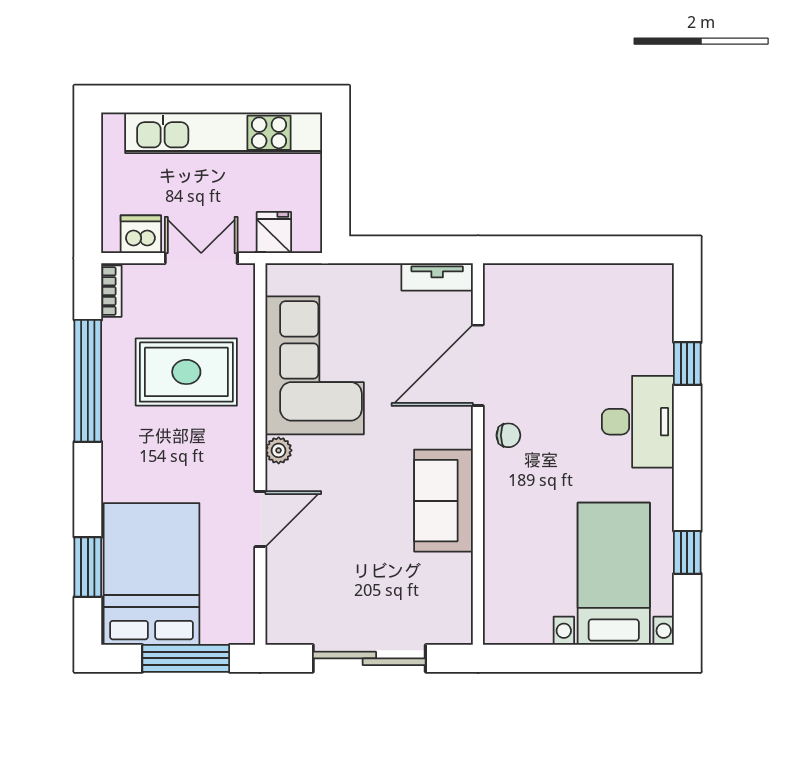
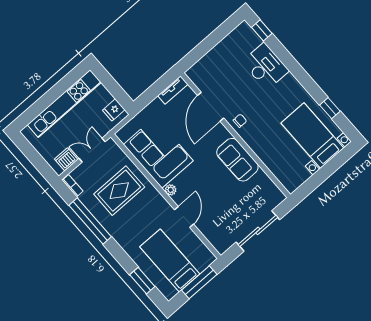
fridge: (274, 233) -> (114, 110), moved, turned -90
window: (687, 364) -> (262, 30), moved
desk: (638, 422) -> (265, 66), moved
bed: (152, 574) -> (170, 260), width x0.67

